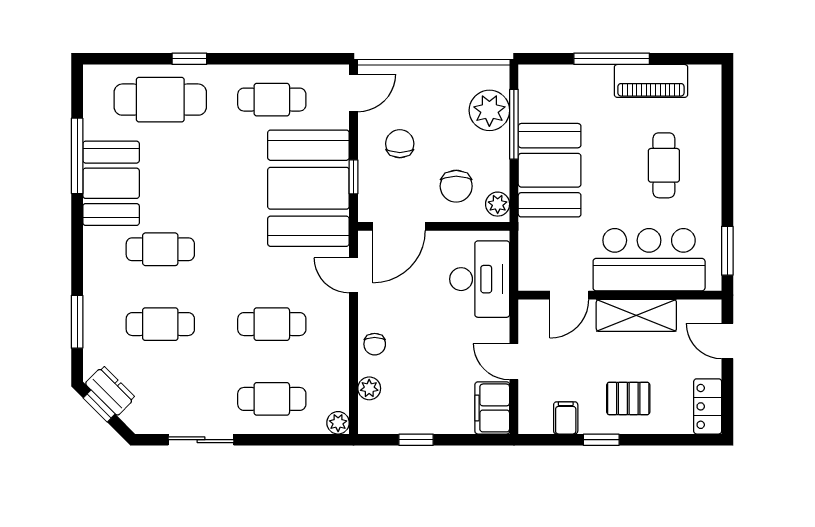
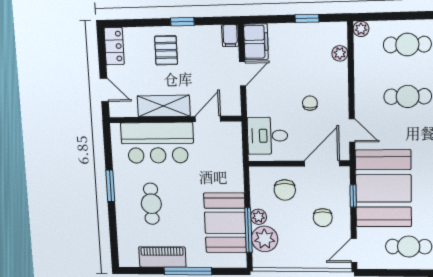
booth: (550, 170) -> (225, 223), moved
chair: (456, 186) -> (285, 190), turned 180
plant: (498, 204) -> (259, 217), moved
window: (727, 251) -> (110, 186), moved
desk: (480, 279) -> (268, 136), width x0.73
chair: (375, 344) -> (310, 103), moved
door: (514, 362) -> (243, 74), hinge flipped
pallet: (628, 398) -> (166, 50), turned 90
filing cabinet: (566, 418) -> (230, 36), moved

